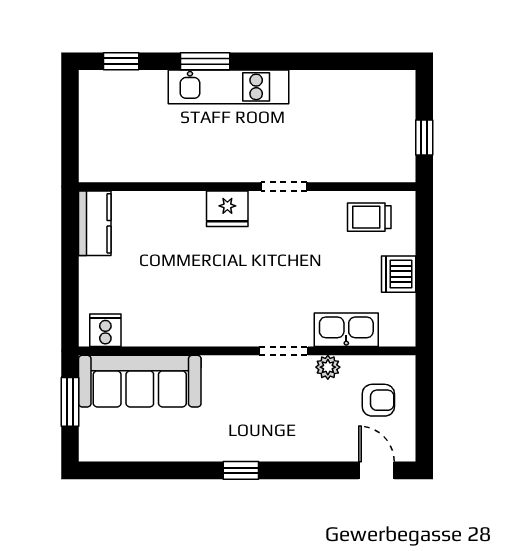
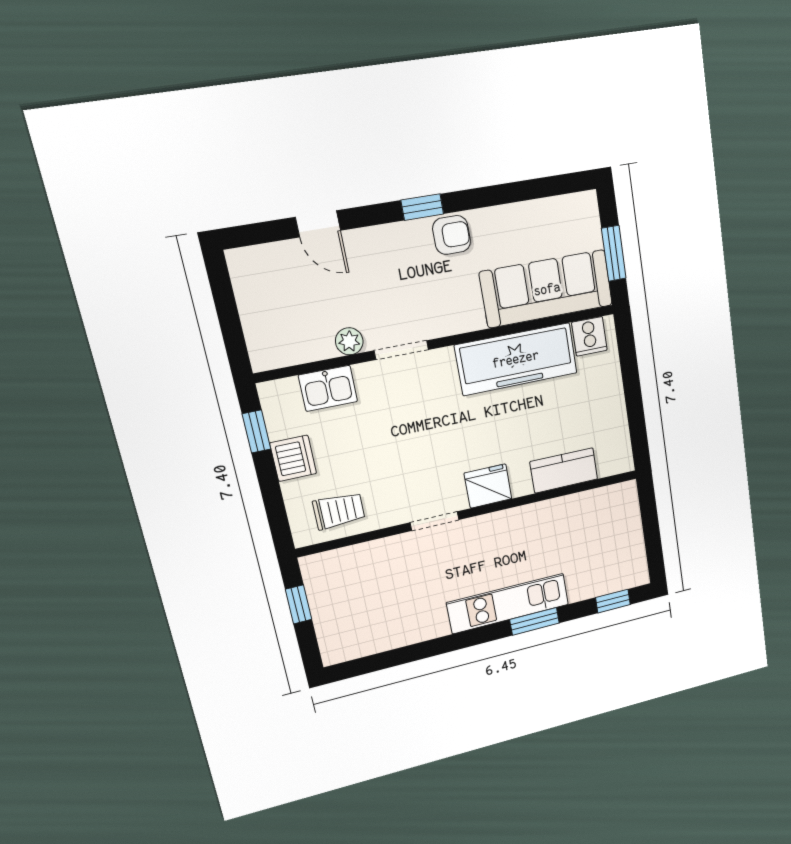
kitchen counter: (95, 223) -> (564, 470), moved, turned 90
window: (424, 305) -> (257, 431), added
freezer: (179, 322) -> (516, 359), added
kitchen sink: (346, 330) -> (328, 388), width x0.73
armchair: (378, 400) -> (452, 235), moved, turned 180
door: (377, 470) -> (318, 224), moved

